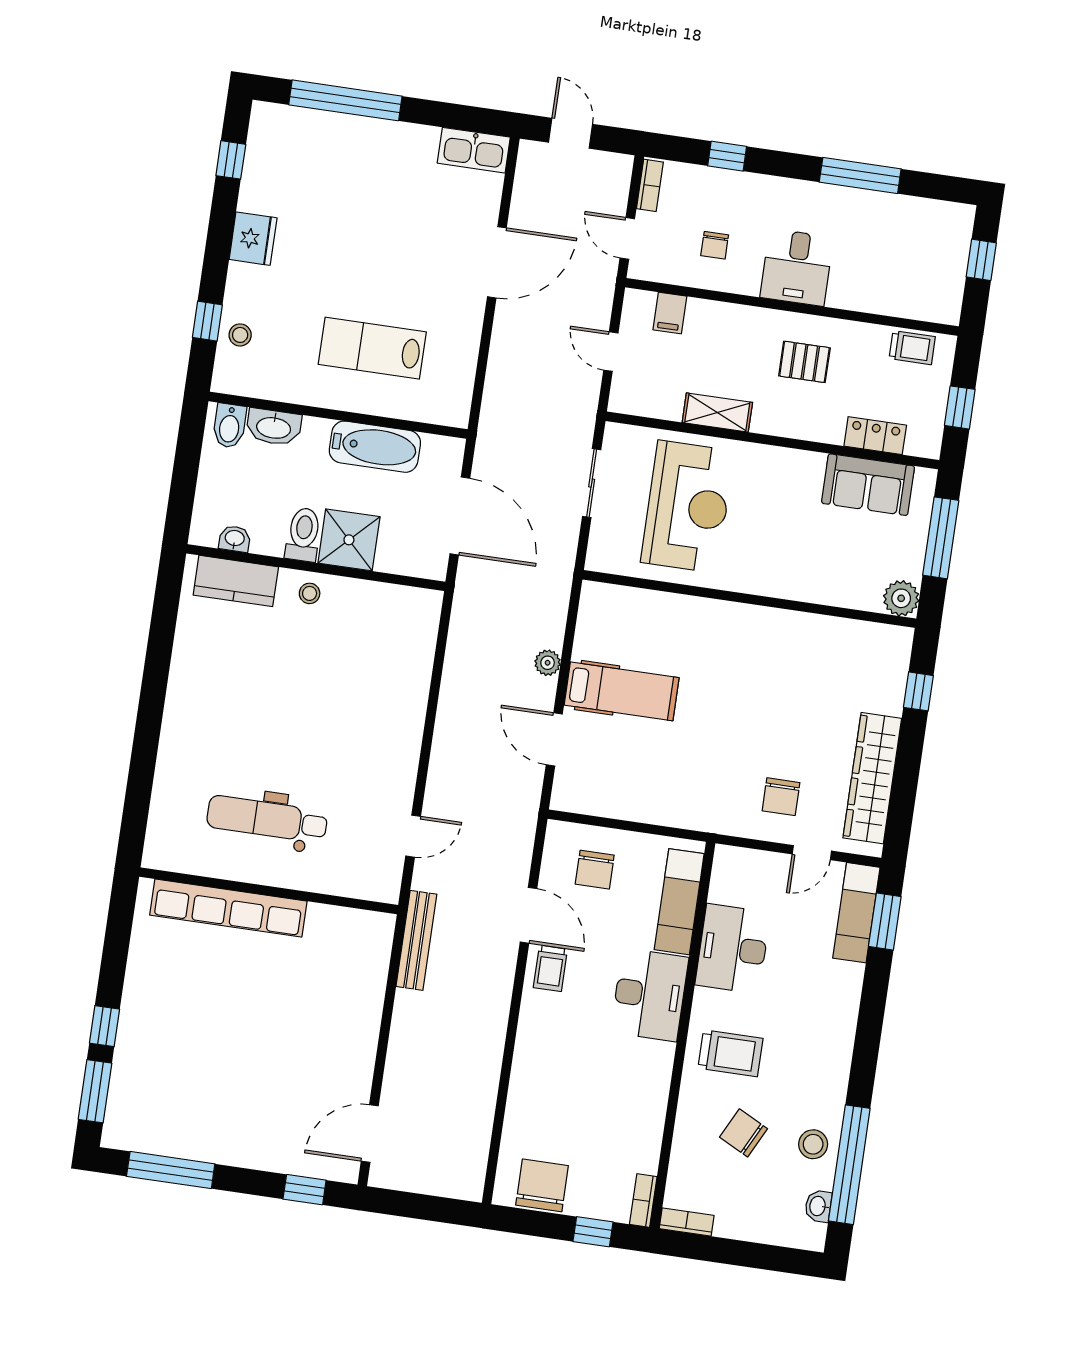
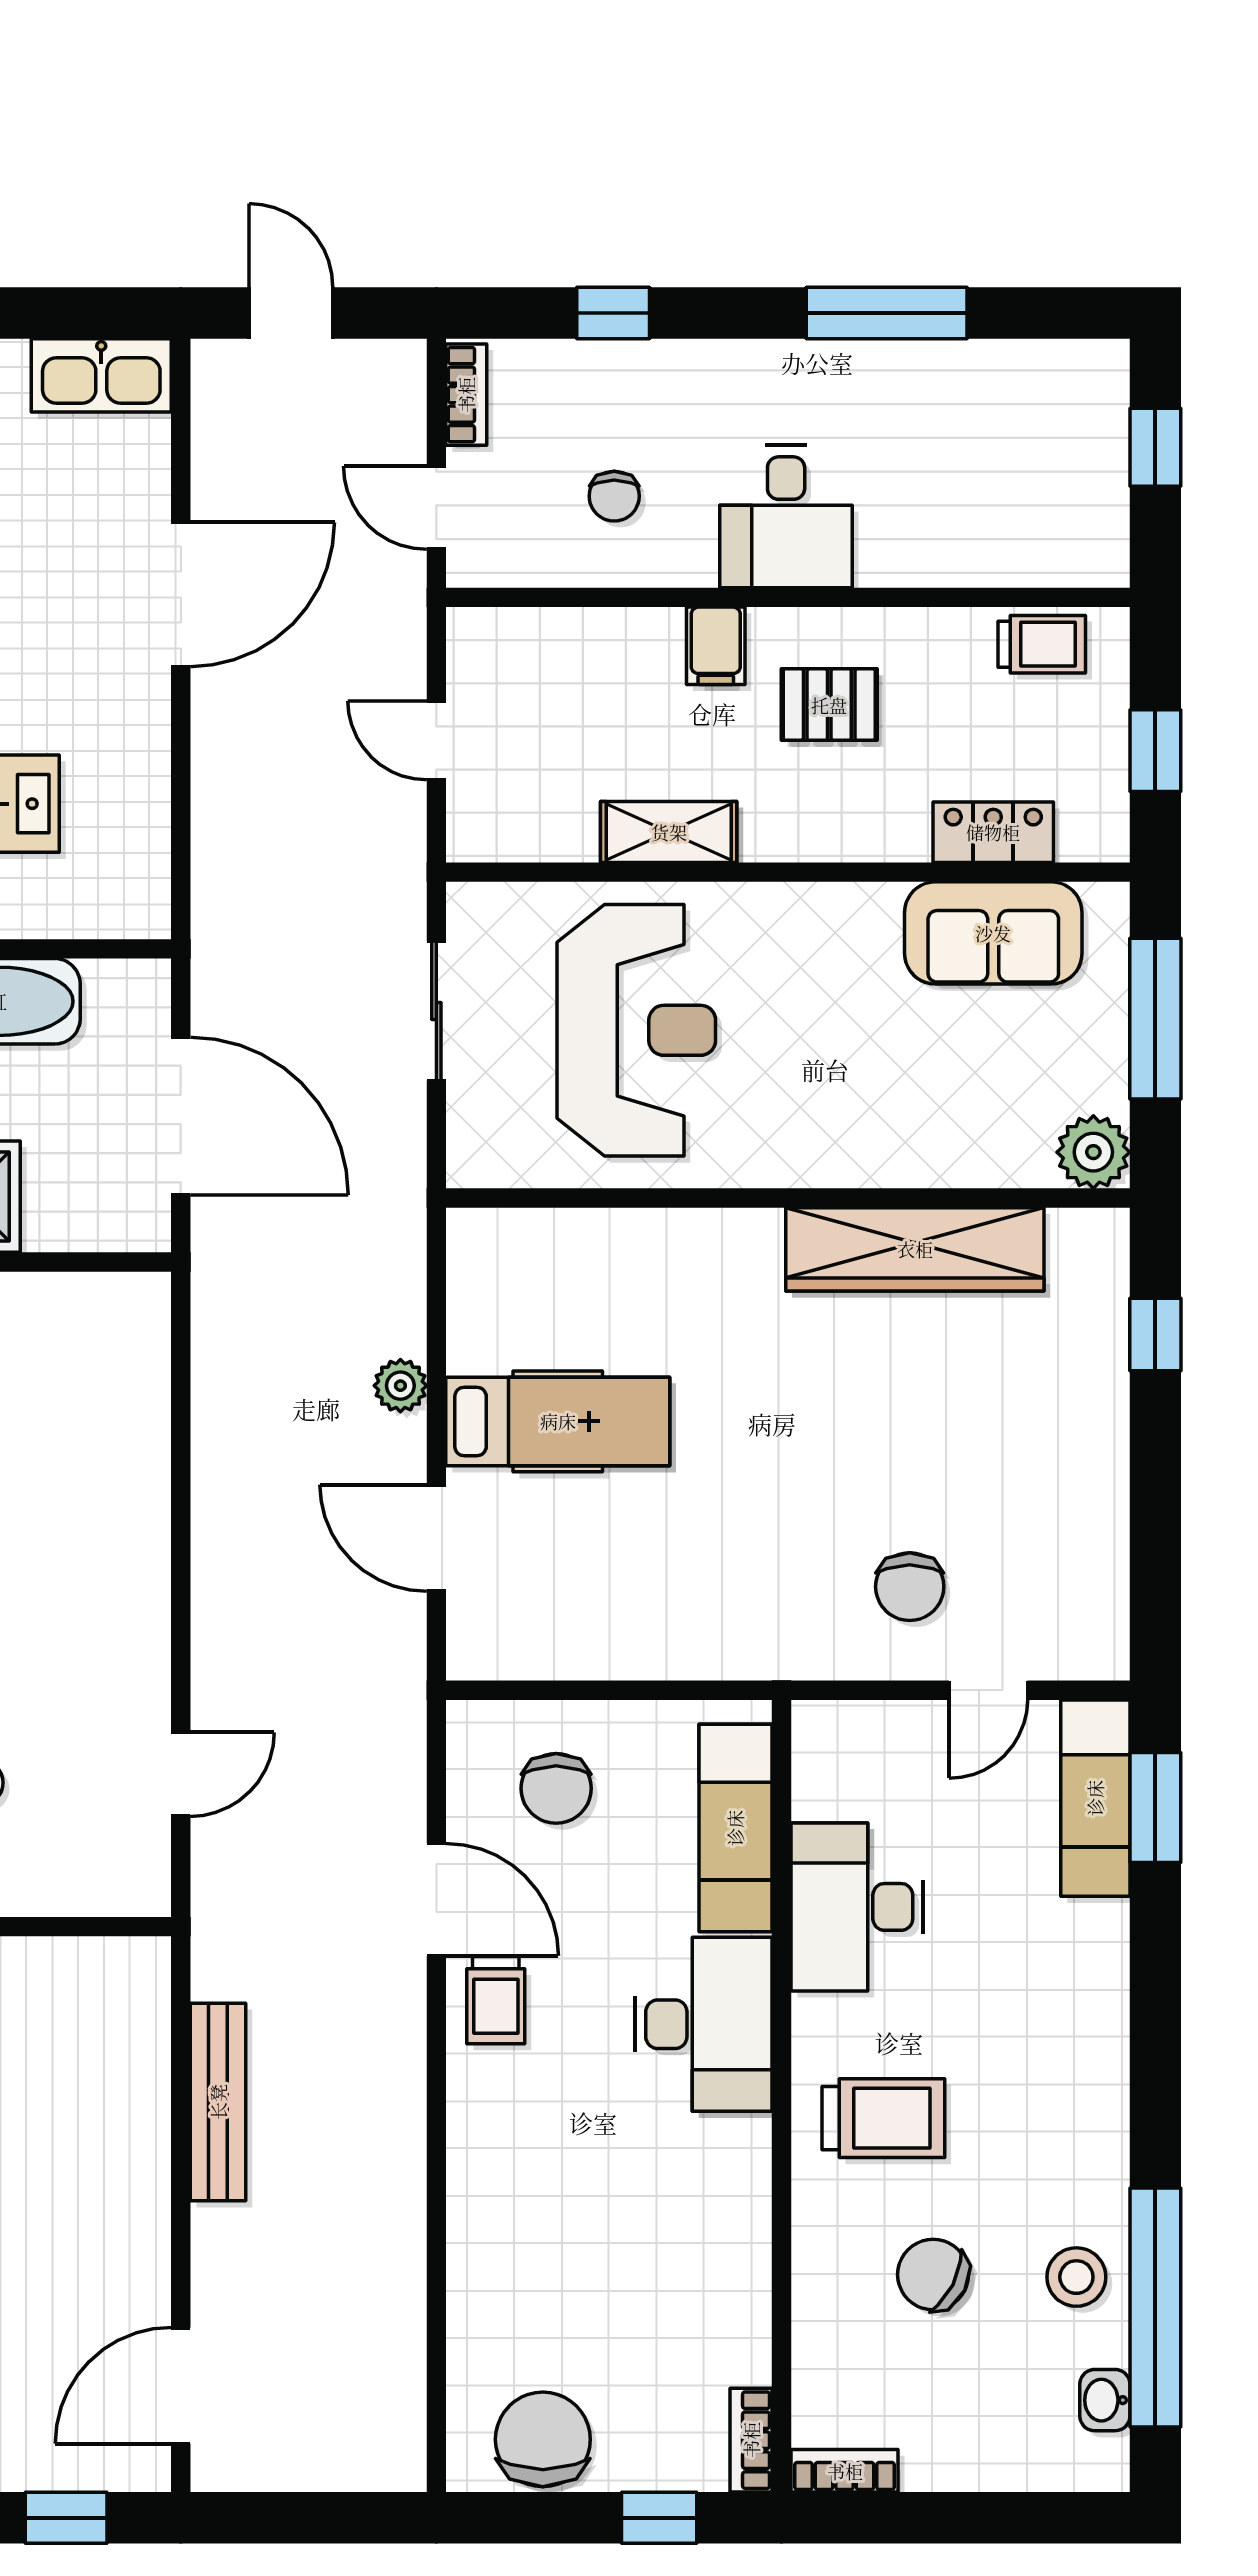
filing cabinet: (670, 313) -> (716, 646), moved
wardrobe: (872, 778) -> (915, 1249), moved, turned -90
bench: (416, 940) -> (218, 2102), moved

